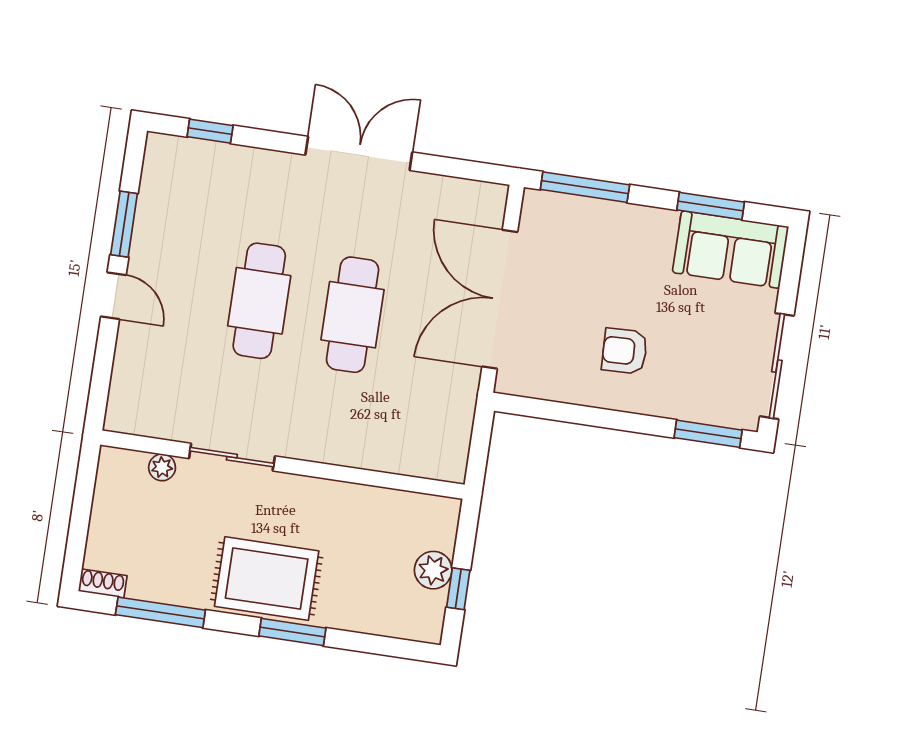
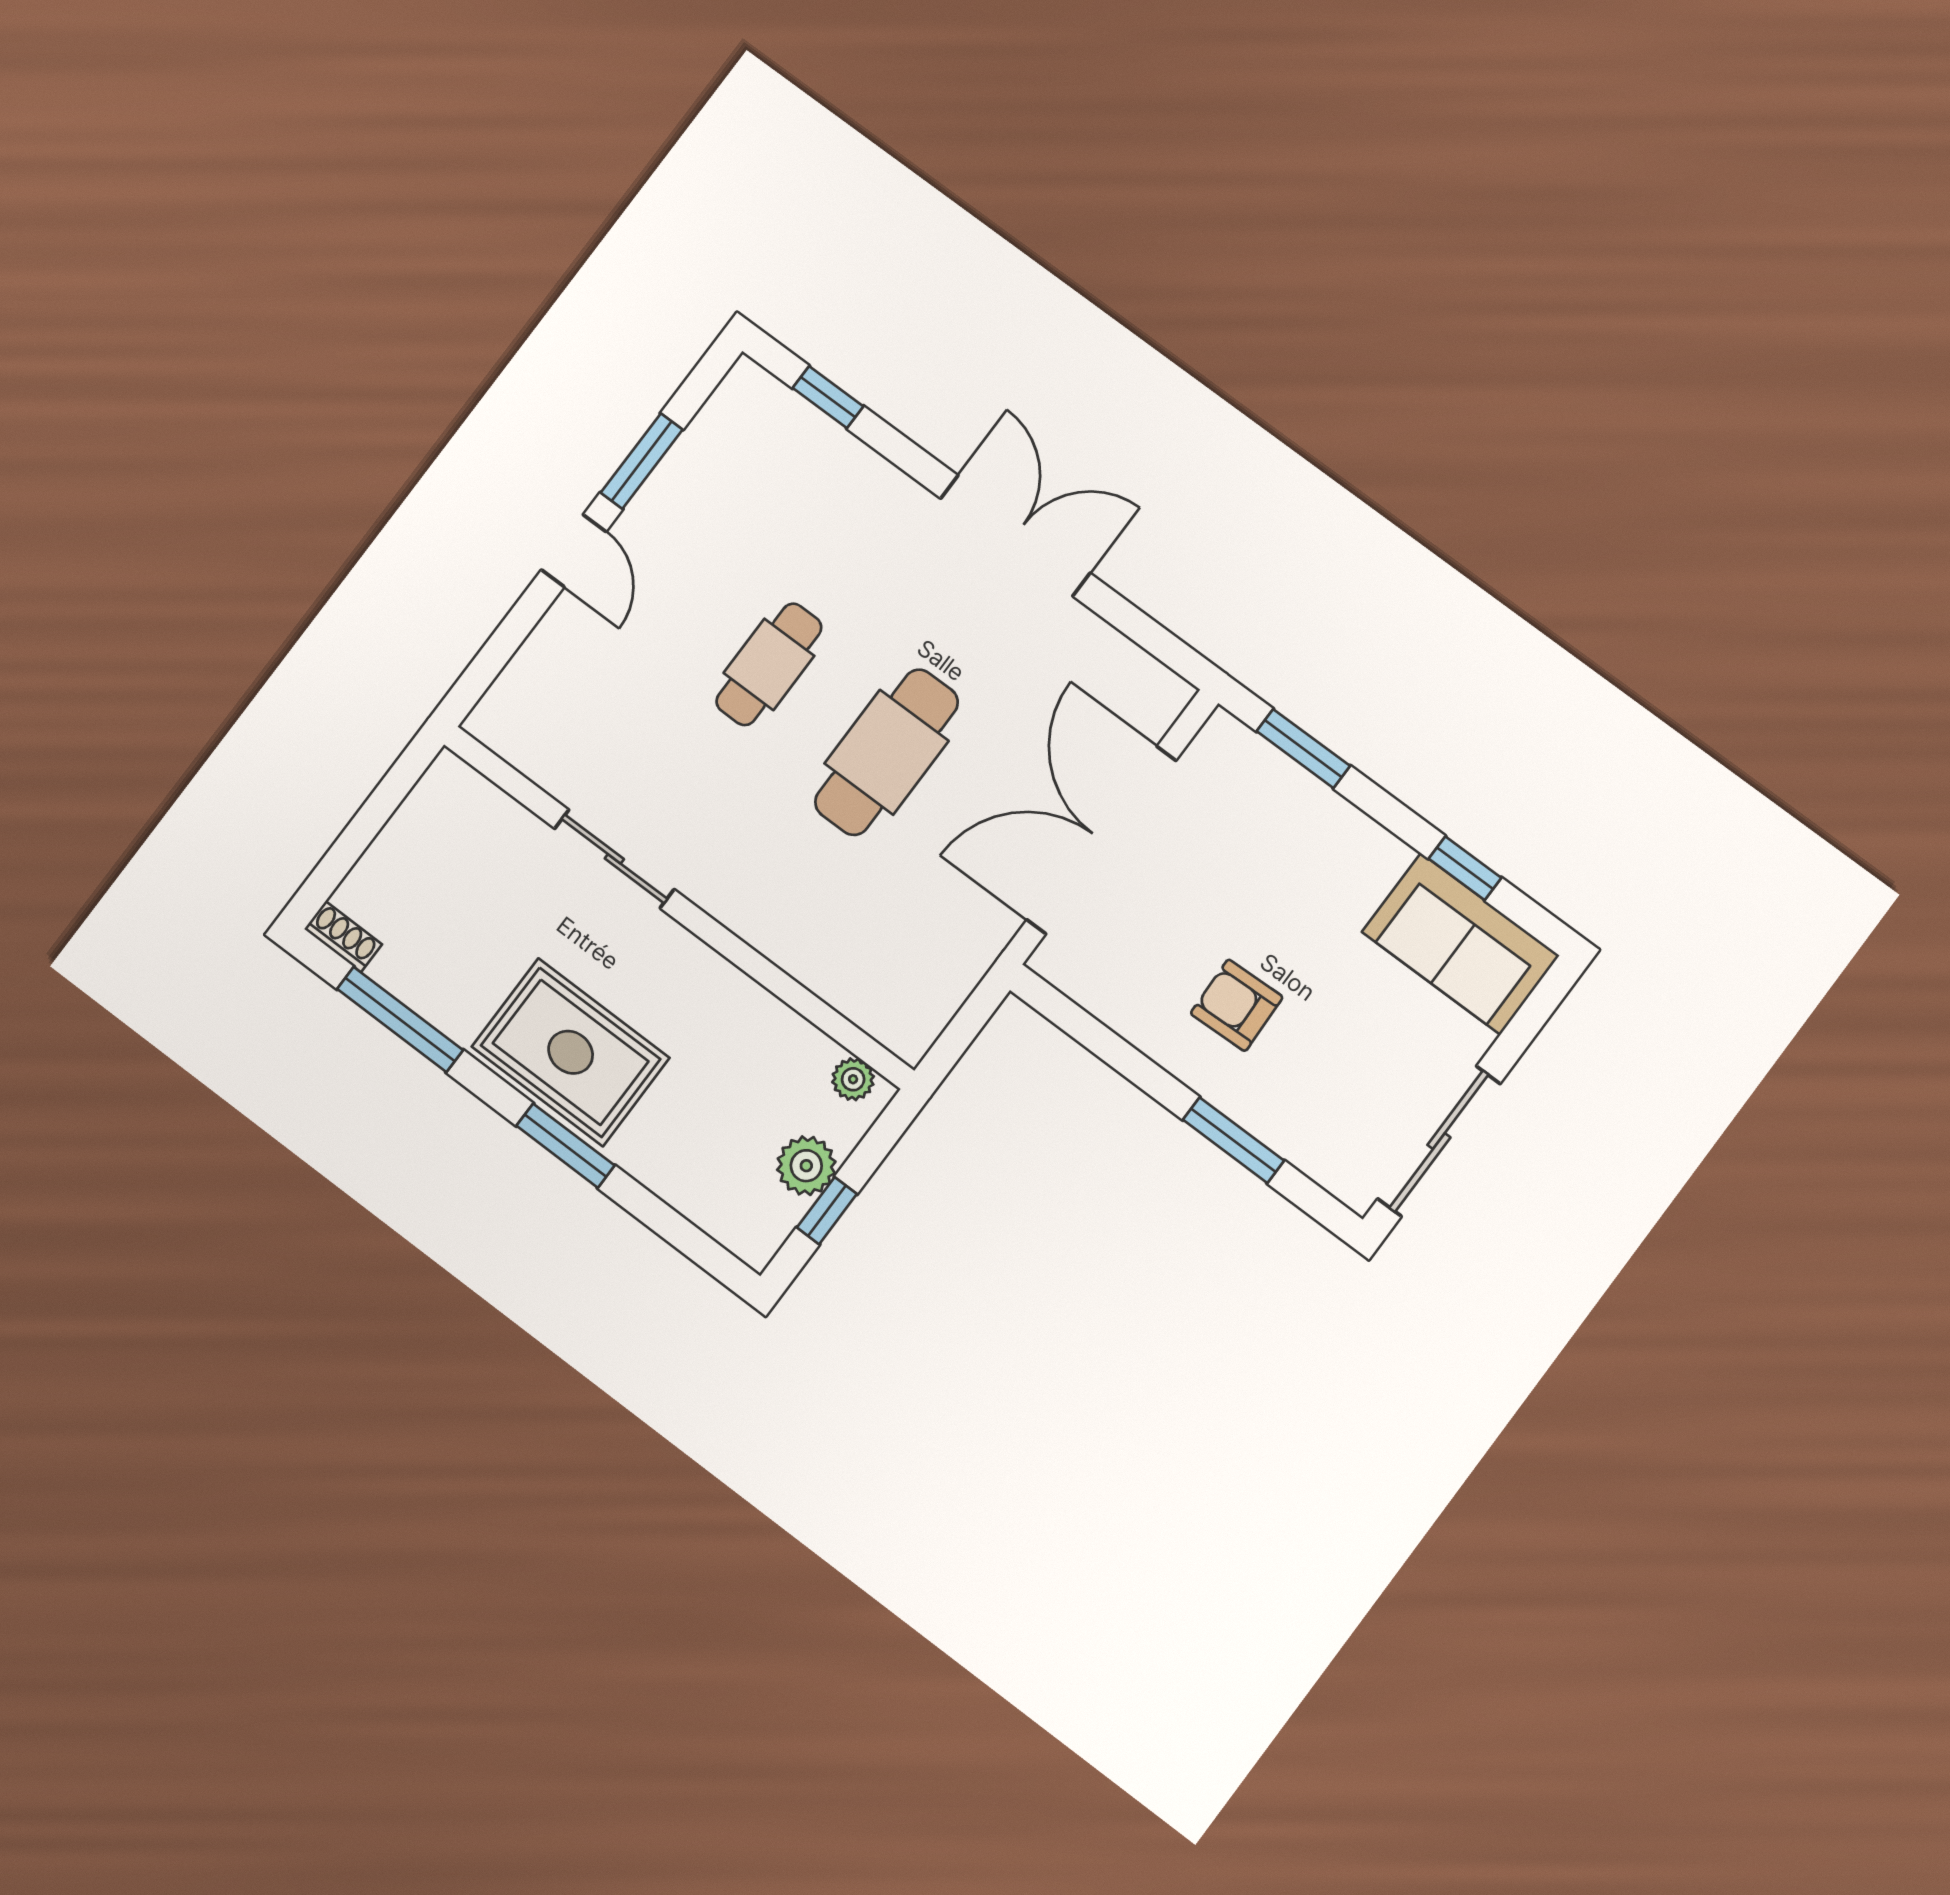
window: (585, 187) -> (1303, 749), width x0.69
window: (711, 206) -> (1465, 868), width x0.67
cafe table: (259, 301) -> (769, 664), width x0.73, depth x0.74
window: (708, 434) -> (1233, 1140), moved
plant: (162, 467) -> (853, 1079), moved

